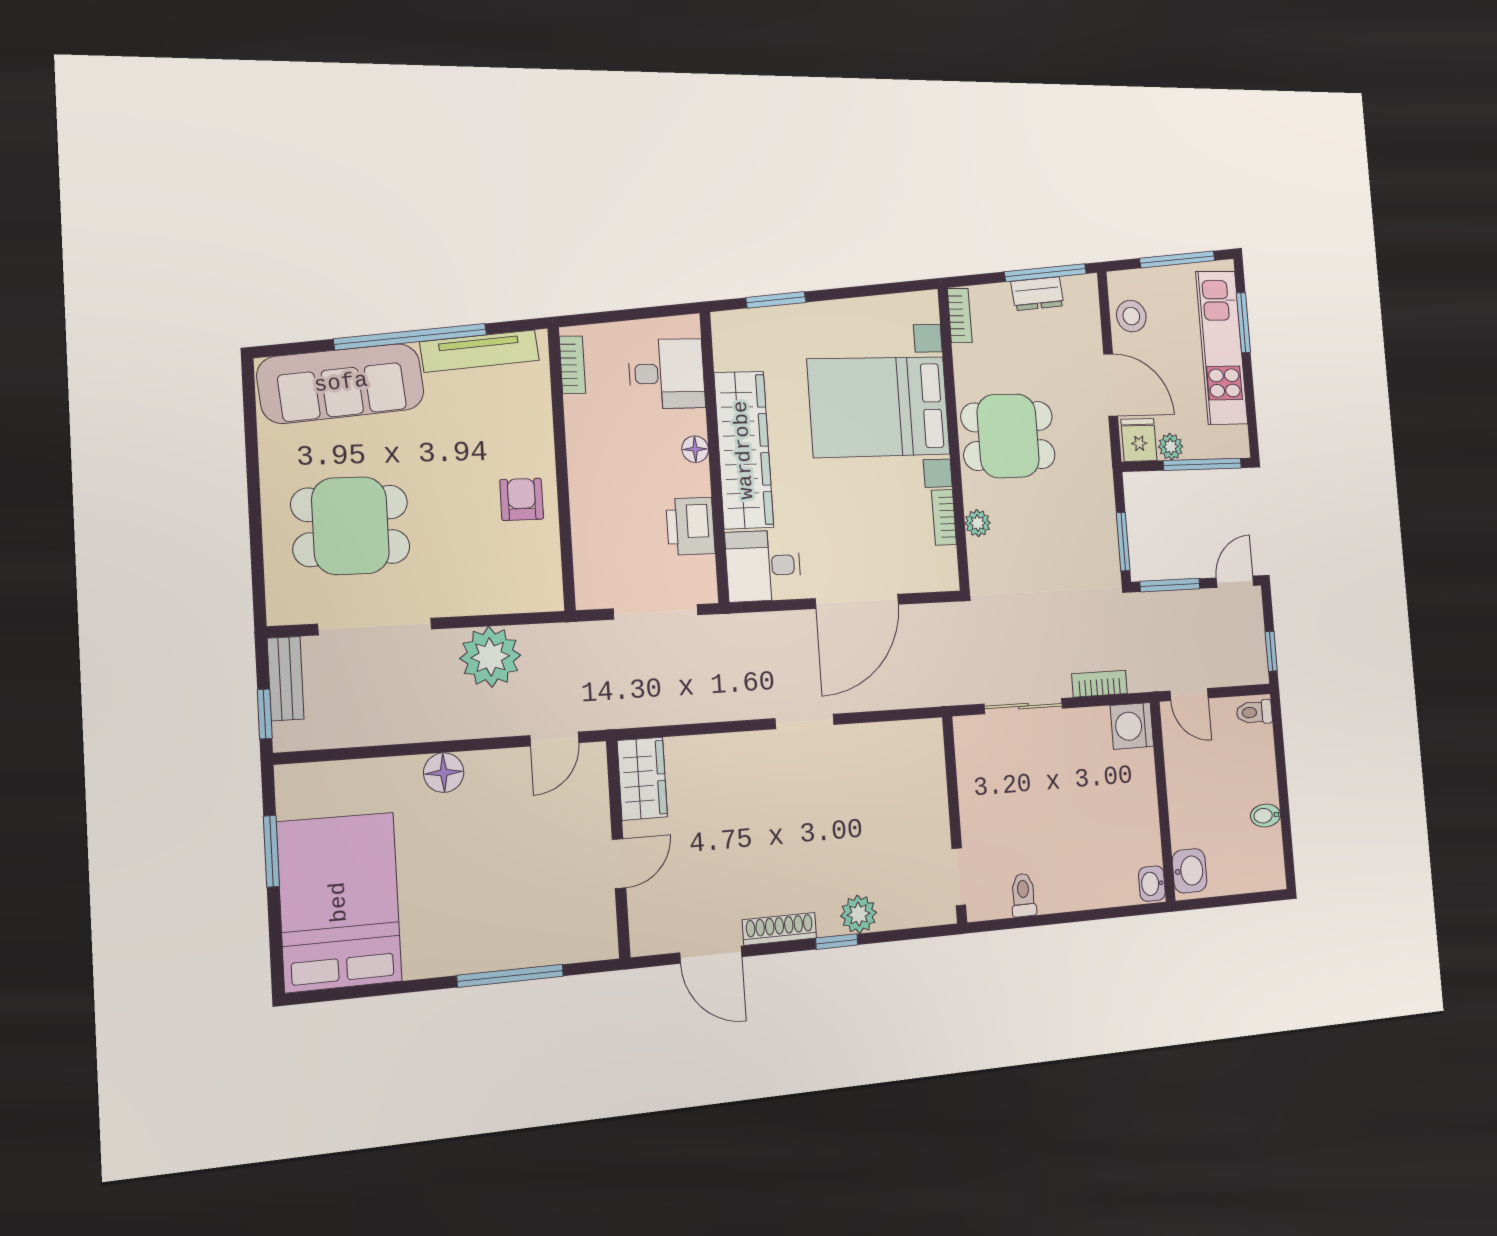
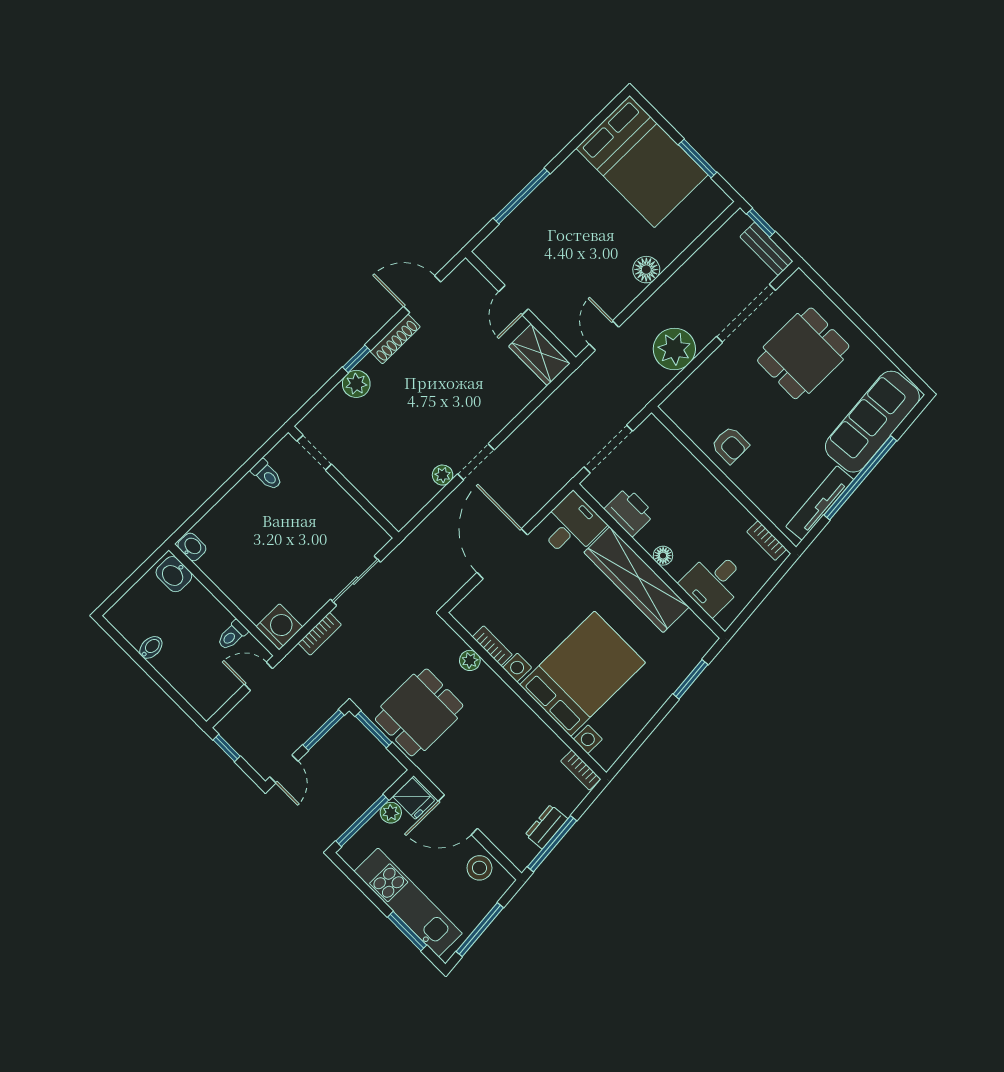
dining table: (1008, 436) -> (419, 712), moved
toilet: (1254, 712) -> (232, 635), moved, turned 180
plant: (850, 738) -> (443, 475), added

